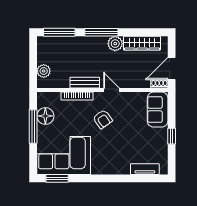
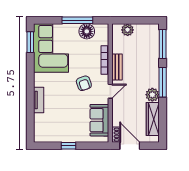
sofa: (158, 110) -> (99, 120), moved, turned -90
armchair: (103, 119) -> (84, 83), turned -74
tv unit: (145, 169) -> (39, 100), moved

